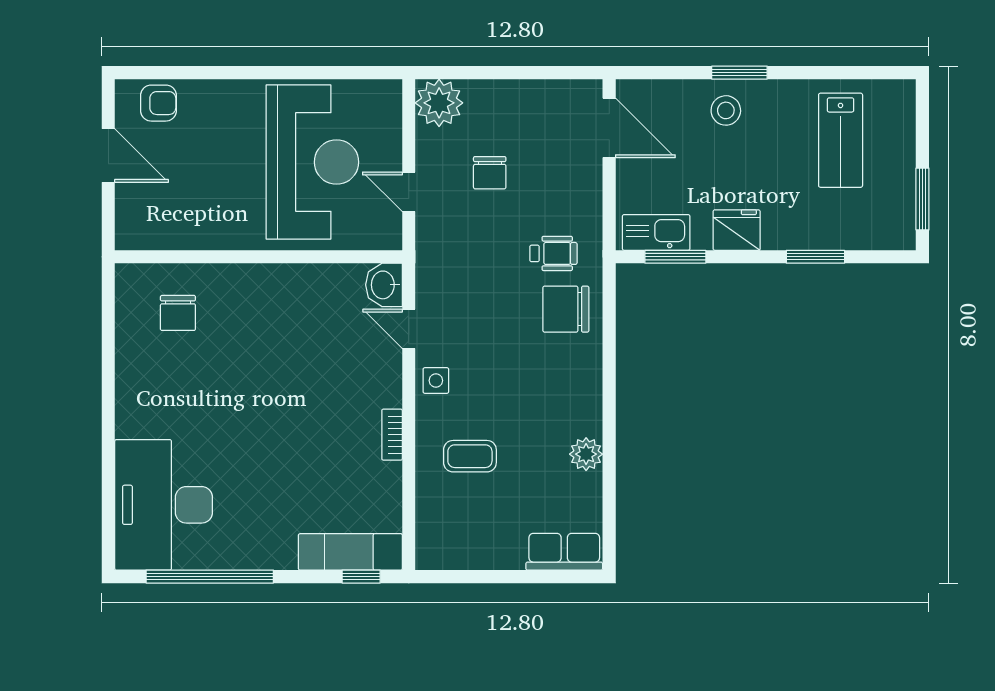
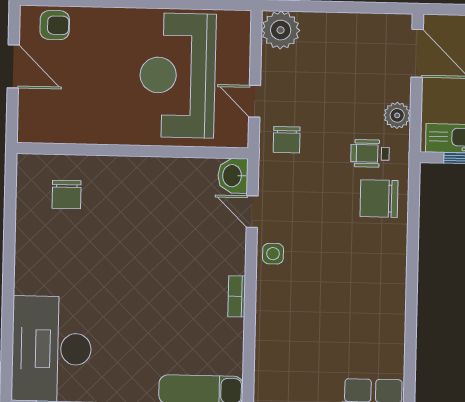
reception desk: (312, 162) -> (178, 75), turned 180
chair: (490, 173) -> (287, 140), moved
wheelchair: (553, 253) -> (370, 153), turned 180
plant: (586, 454) -> (397, 115), moved
coffee table: (470, 456) -> (299, 315), removed

